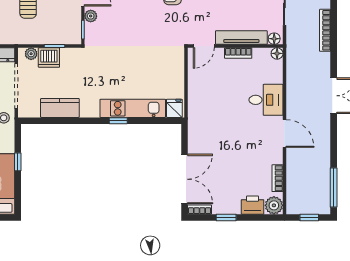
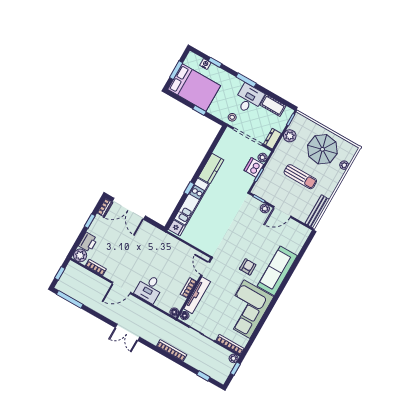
kitchen counter: (60, 108) -> (211, 169), moved

